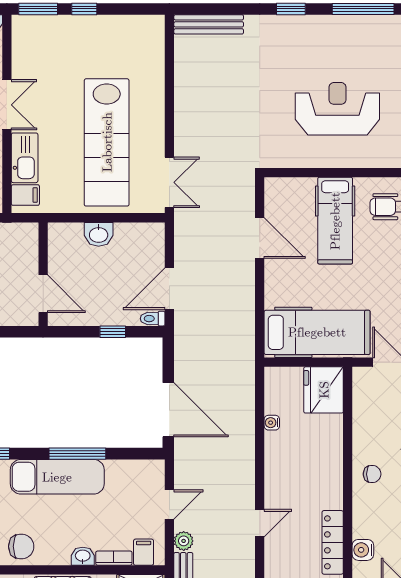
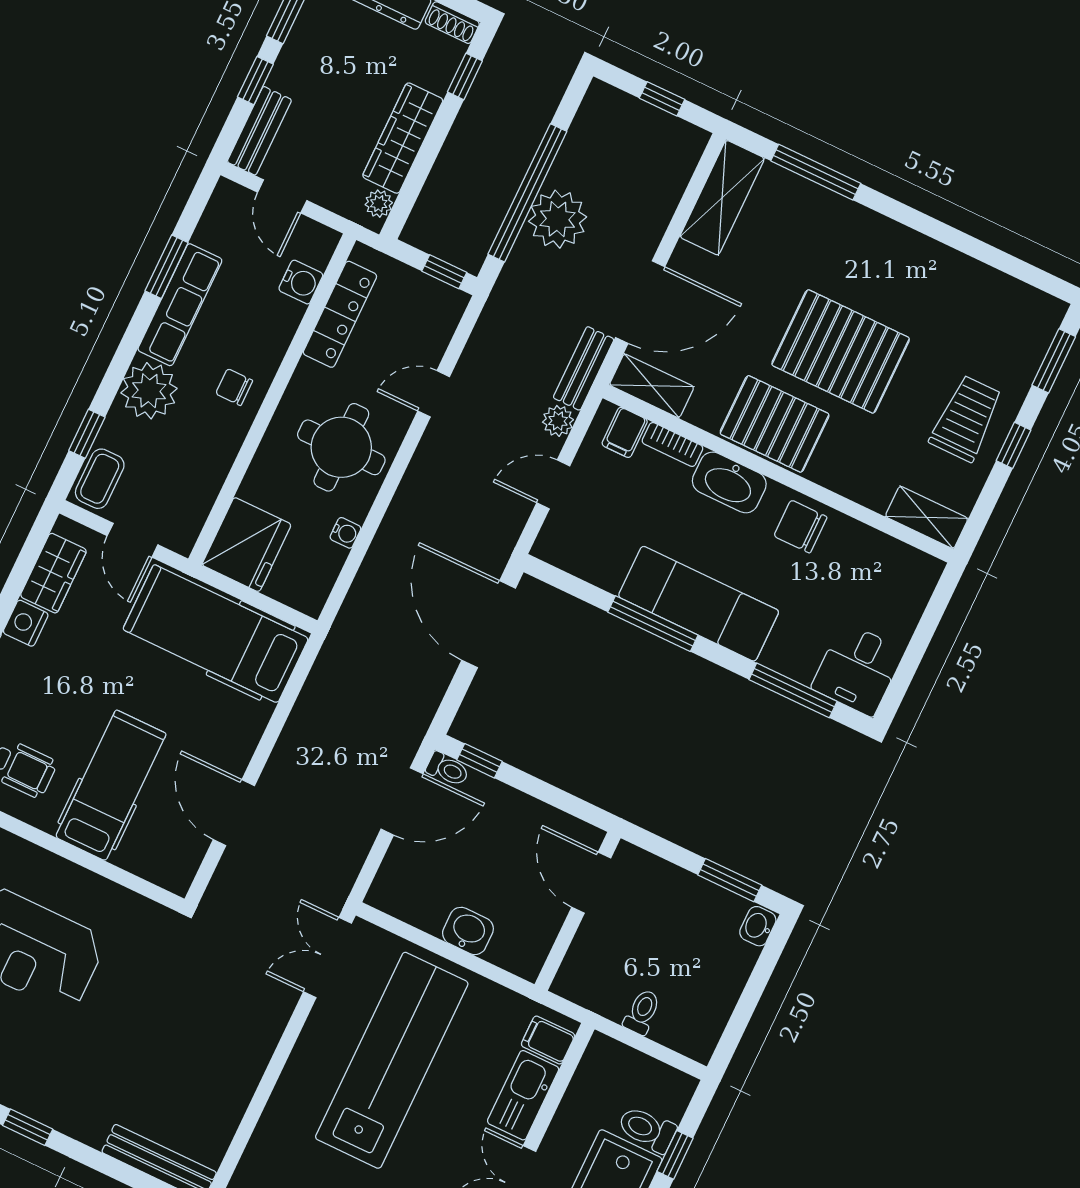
window: (113, 332) -> (479, 761), moved
round table: (297, 469) -> (341, 447), added
washbasin: (83, 556) -> (729, 482), width x1.91, depth x1.45

